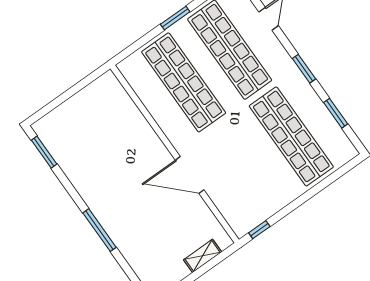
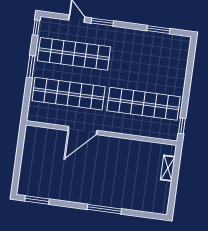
window: (304, 69) -> (102, 22), moved
shop shelf: (291, 136) -> (144, 104), moved
door: (190, 175) -> (83, 131), moved

